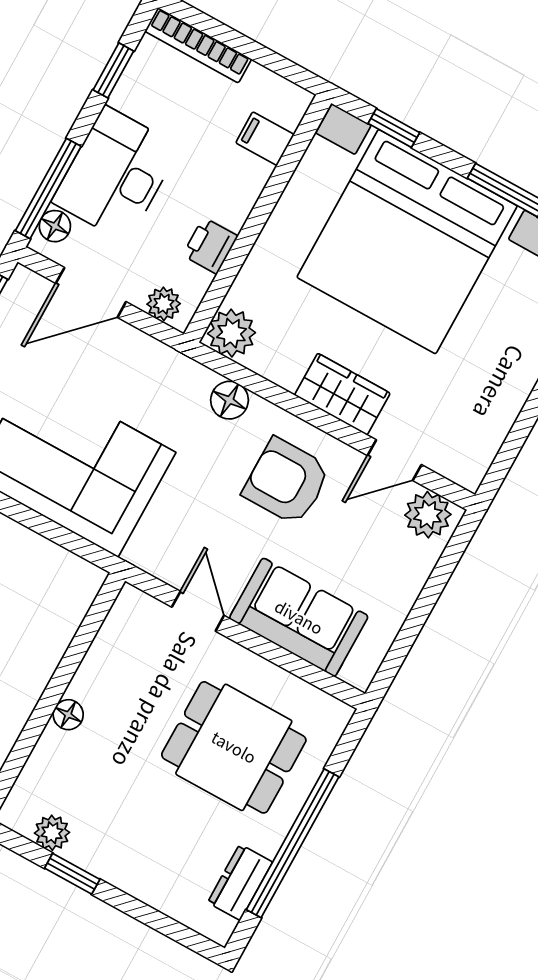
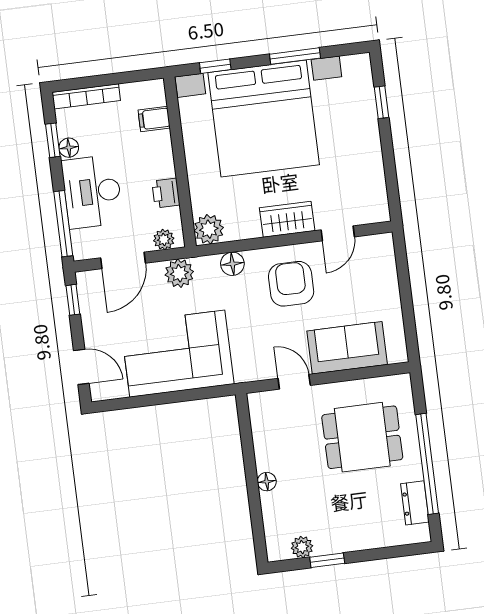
floor lamp: (55, 226) -> (69, 148), moved
armchair: (287, 481) -> (291, 284), turned 90
plant: (428, 515) -> (179, 273), moved

